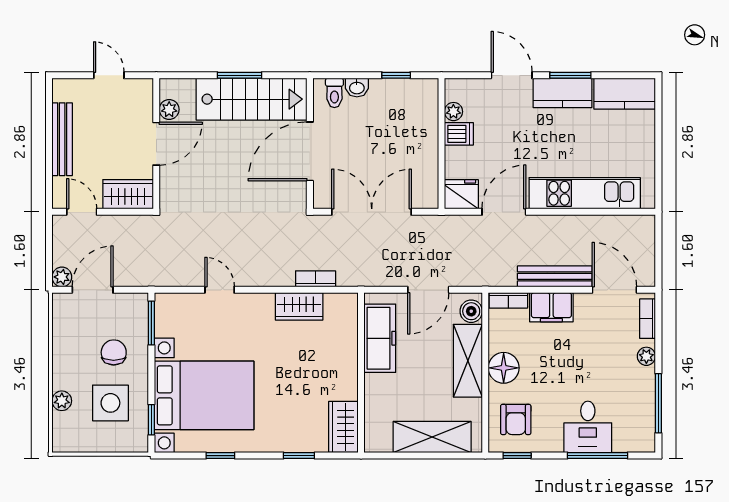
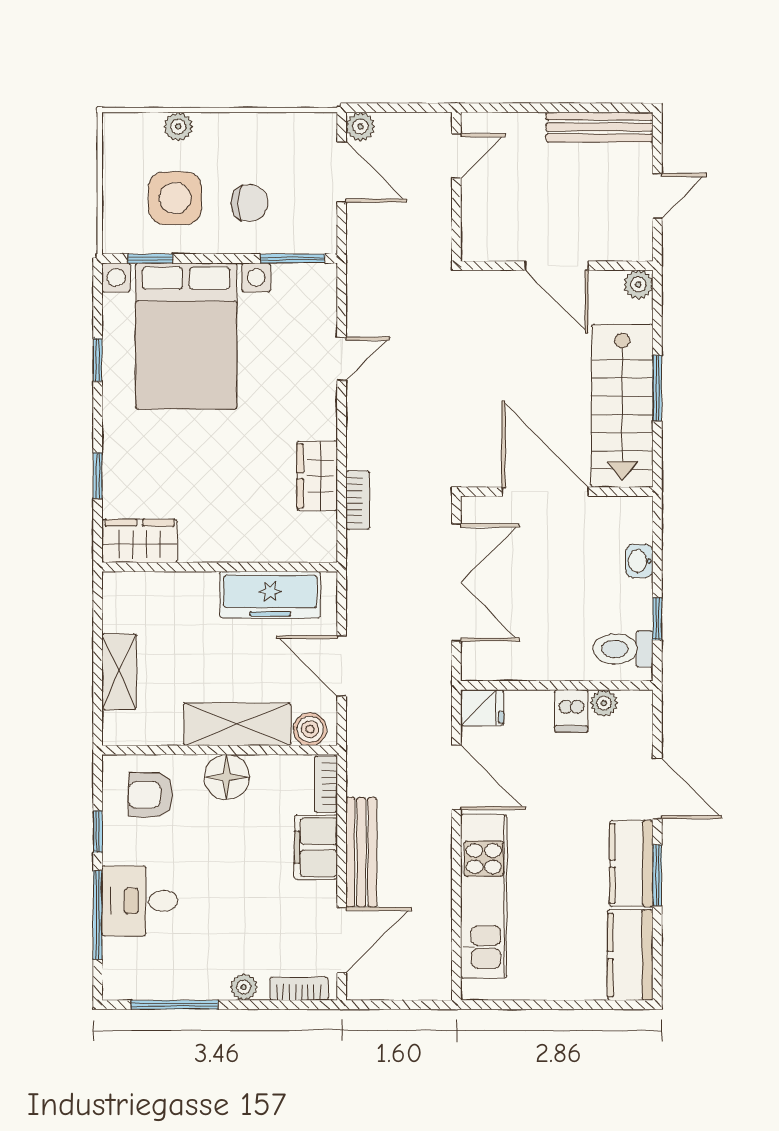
door: (512, 75) -> (657, 789), hinge flipped
toilet: (334, 93) -> (623, 649), moved, width x1.37, depth x1.39
plant: (169, 109) -> (638, 285), moved
bench: (62, 139) -> (599, 127), moved
wardrobe: (128, 194) -> (482, 224), removed
fridge: (461, 194) -> (482, 708), width x0.72
shelving: (432, 437) -> (119, 672), width x0.67, depth x0.75
window: (517, 456) -> (98, 831), moved

